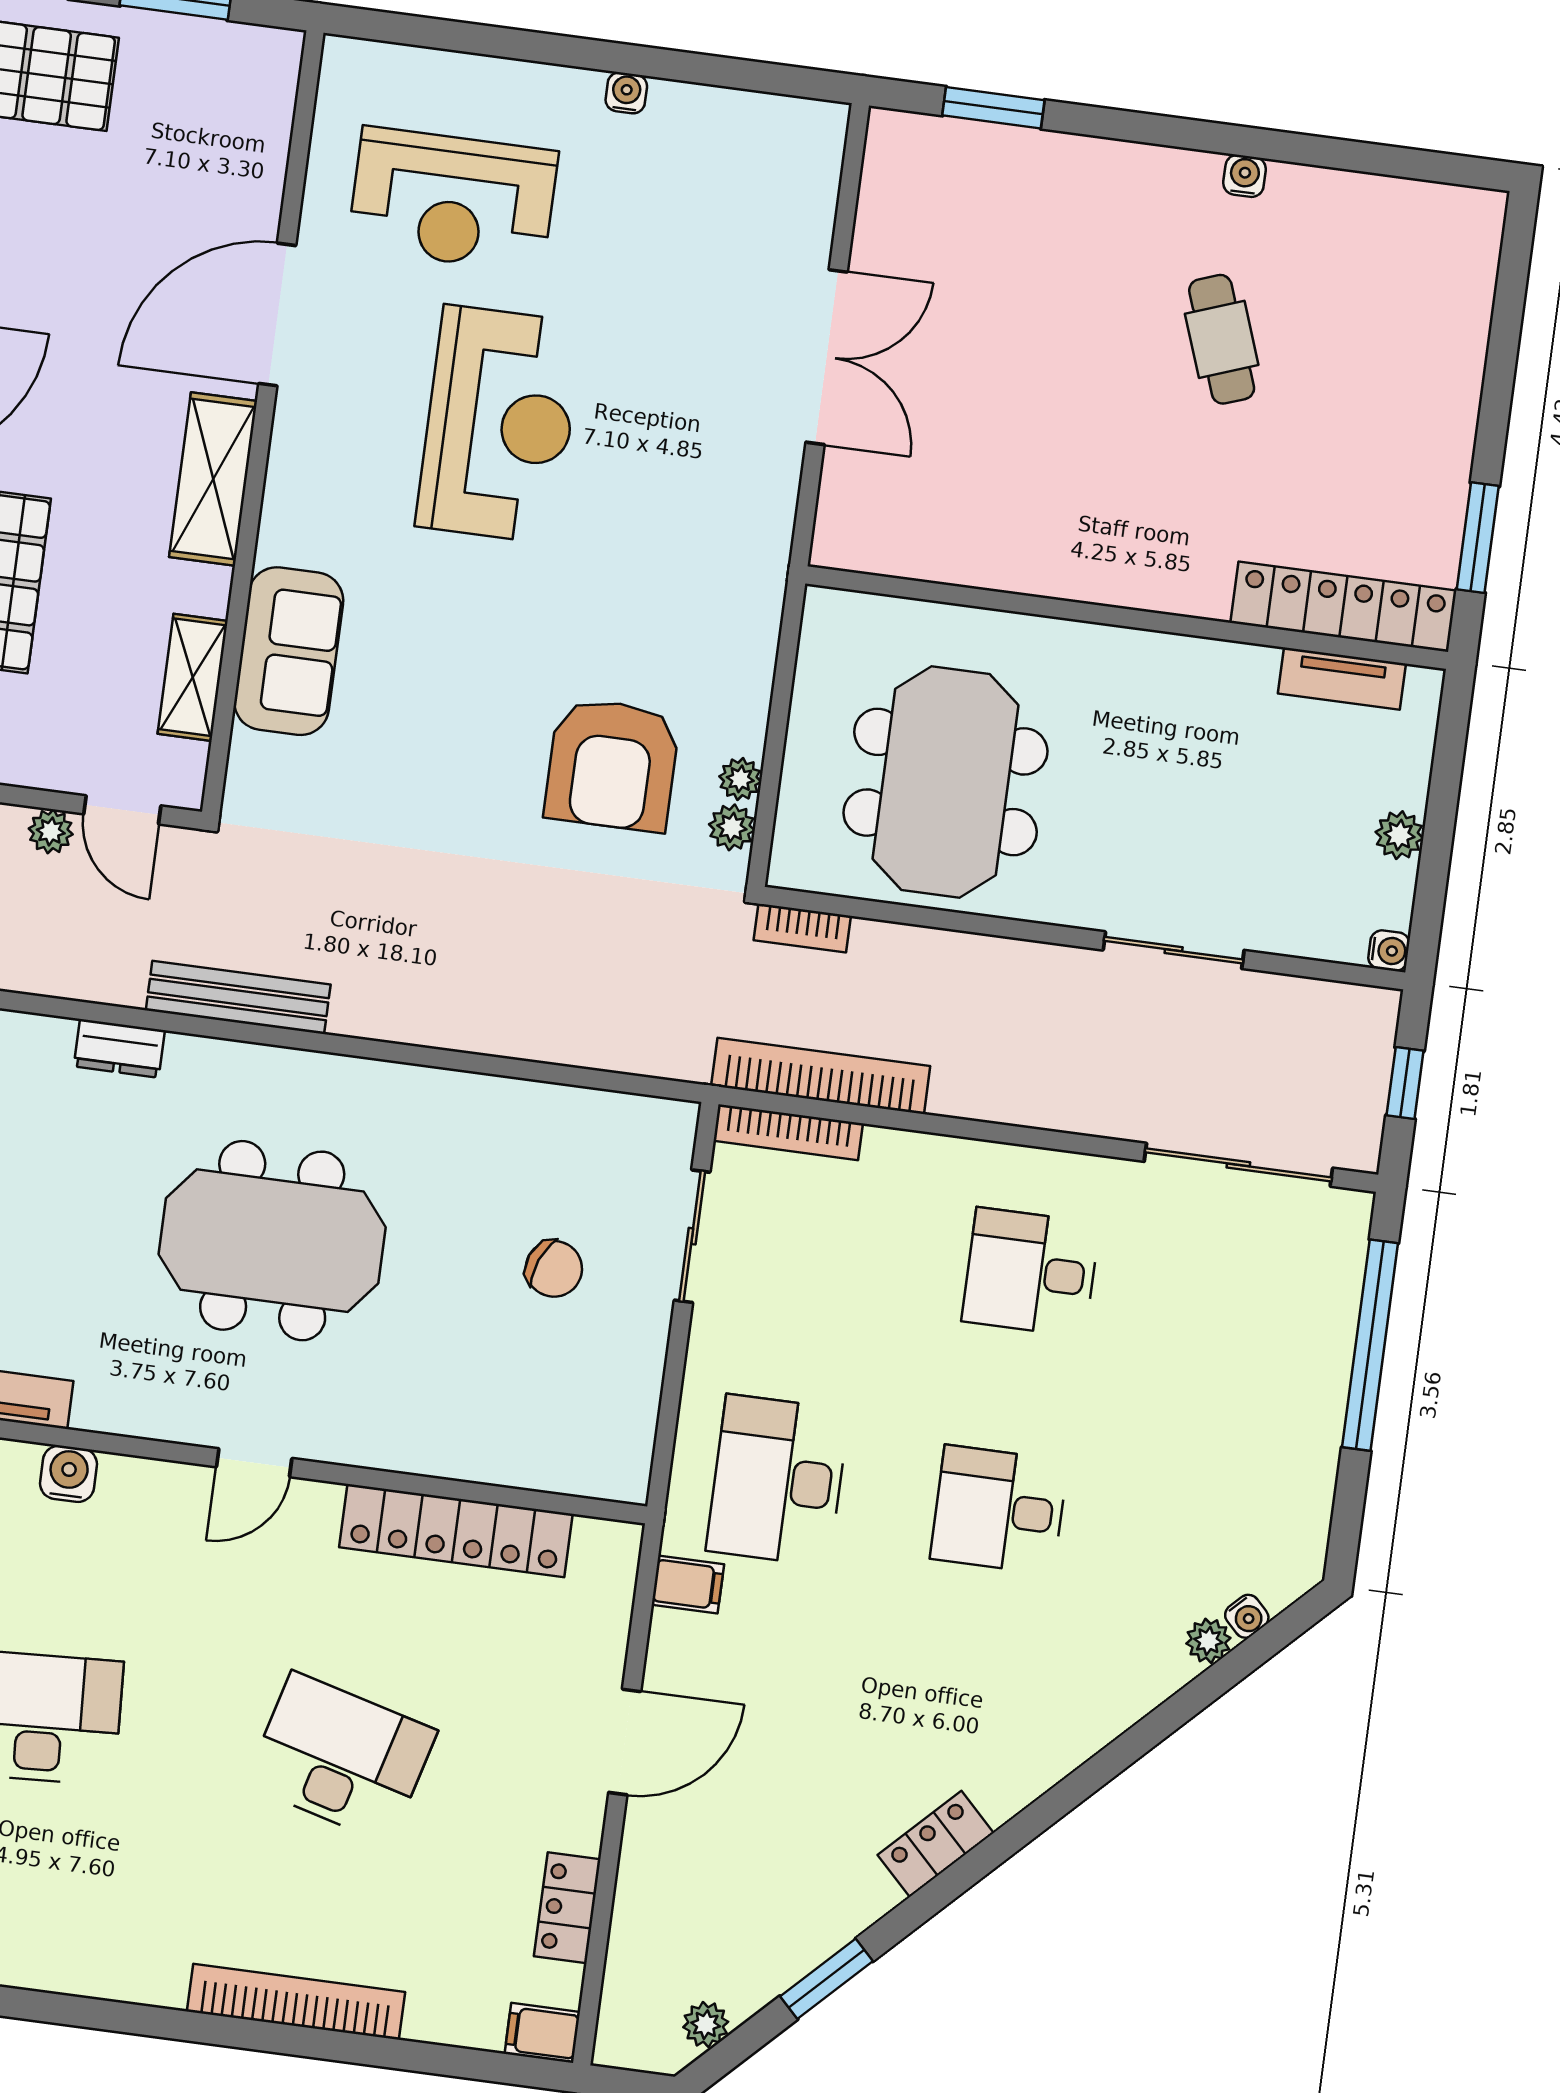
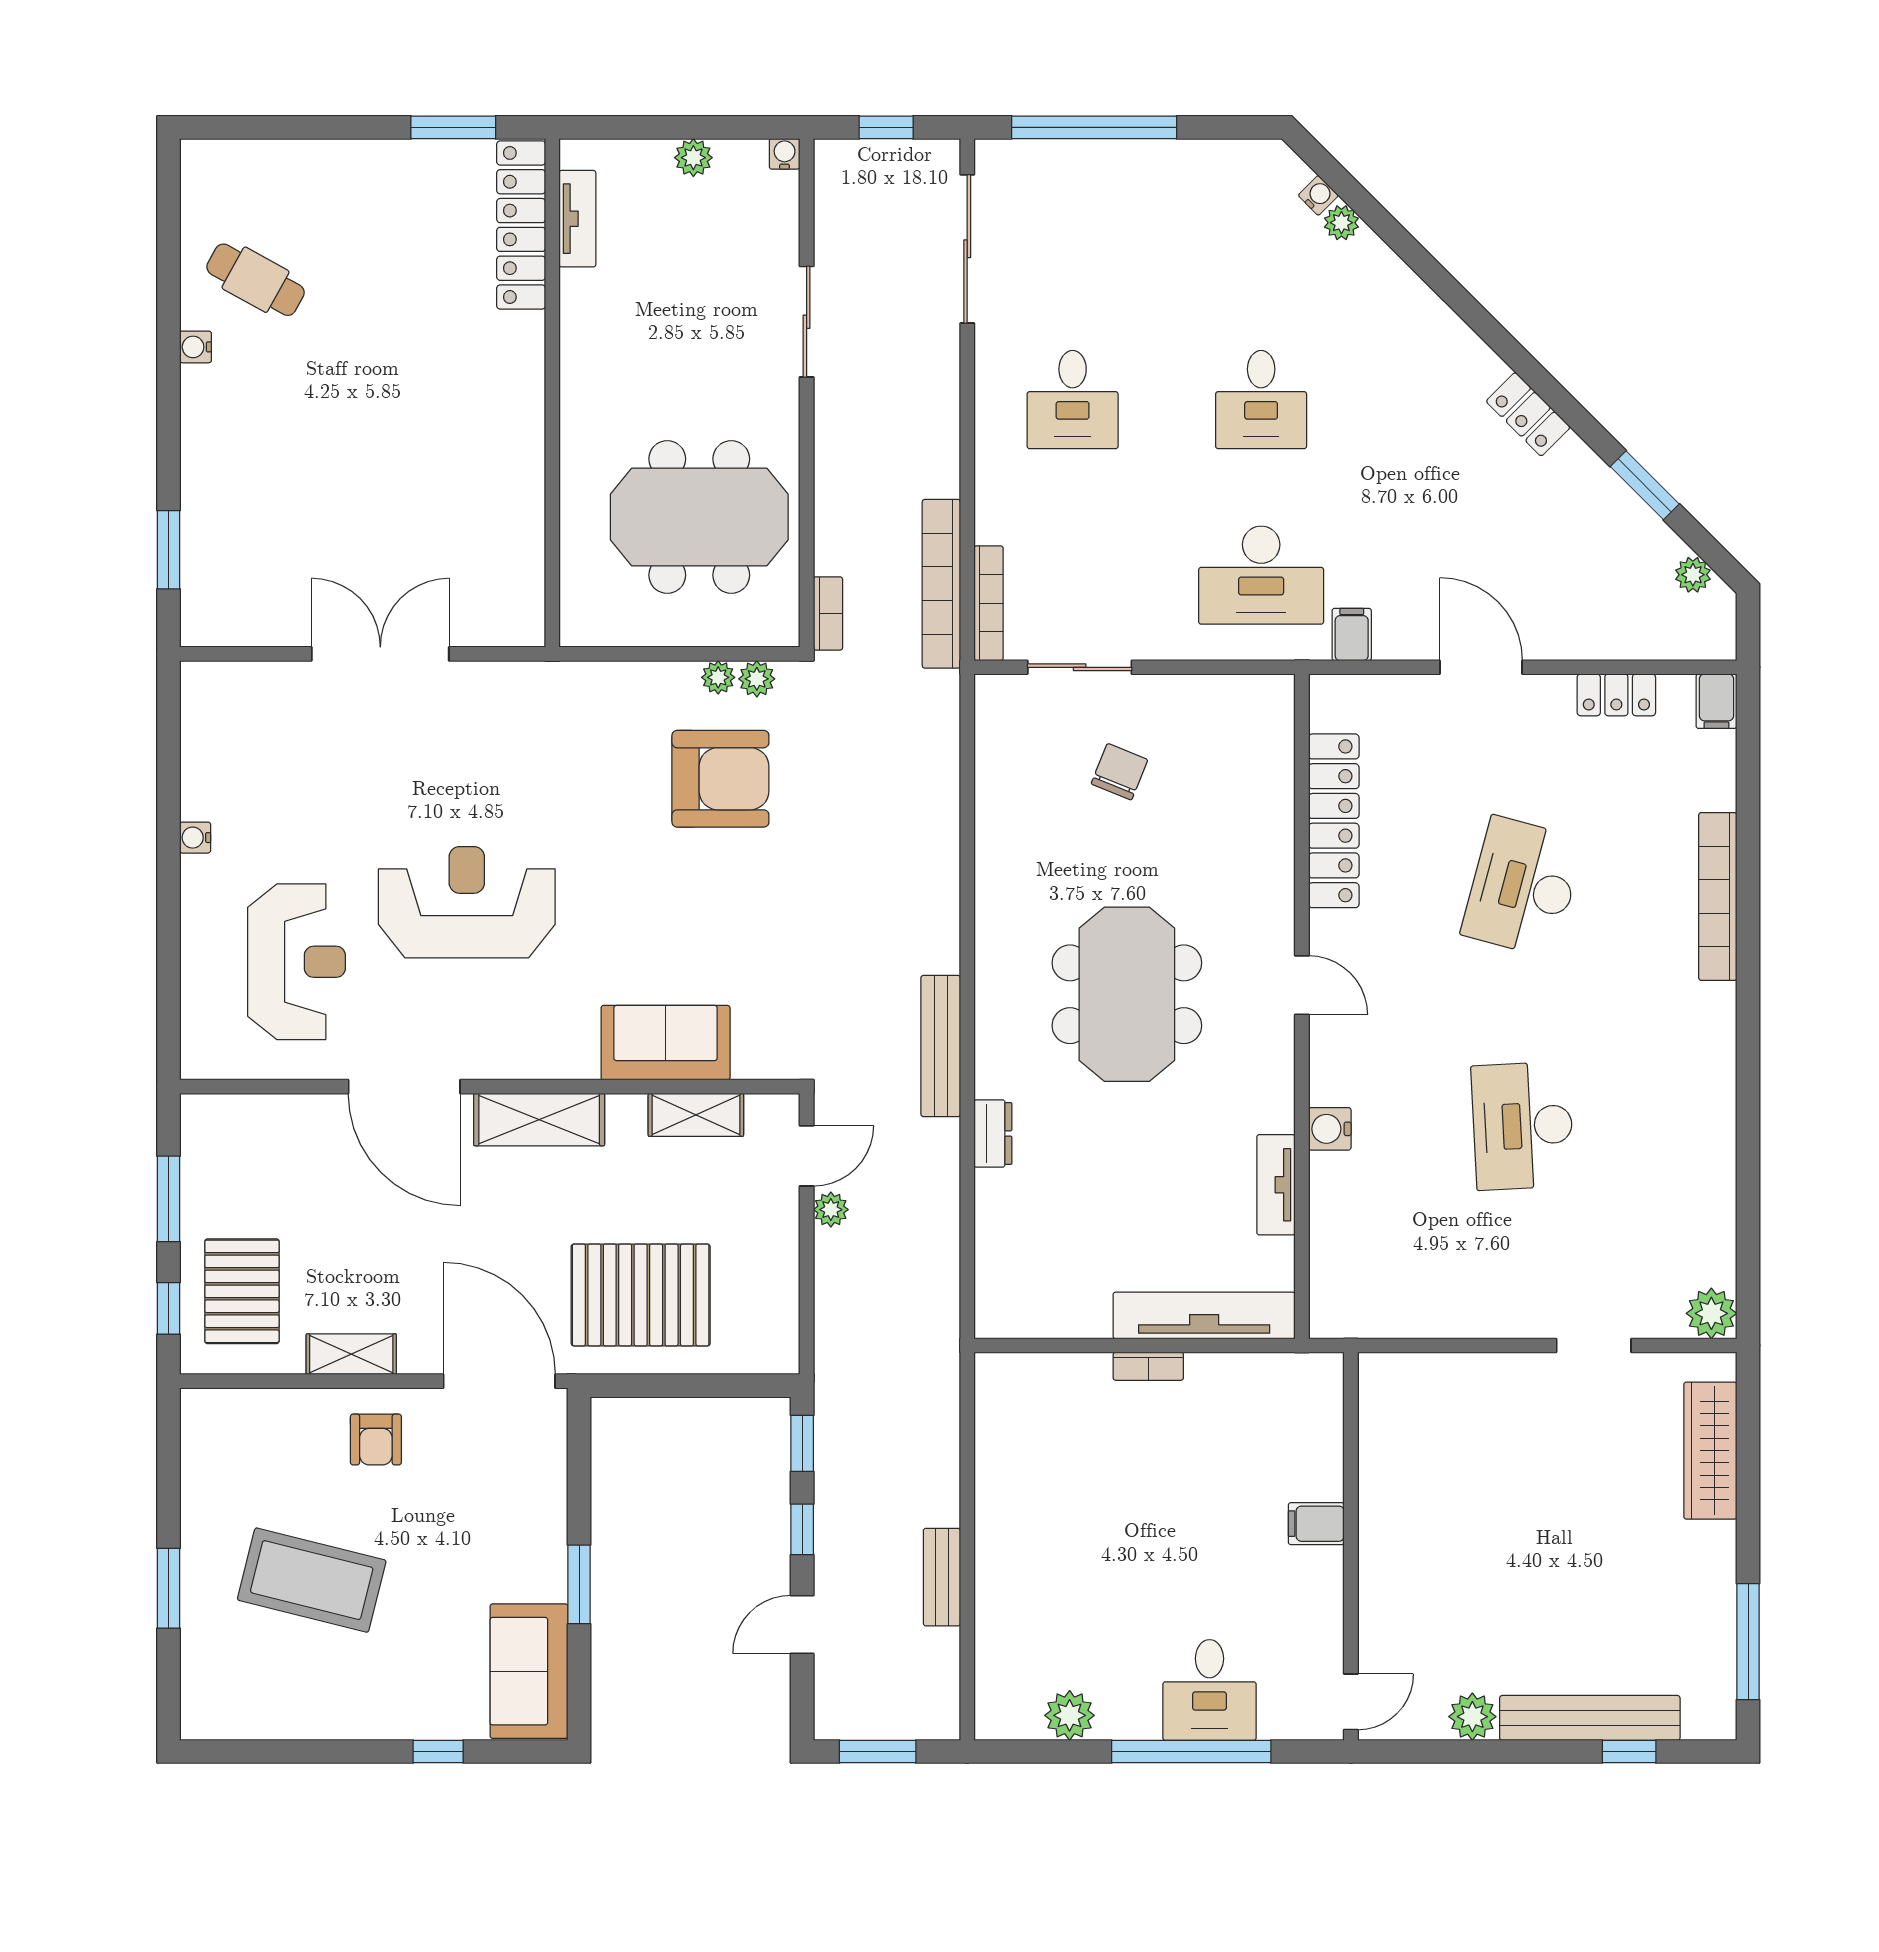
cafe table: (1222, 339) -> (256, 280), moved, turned 49

